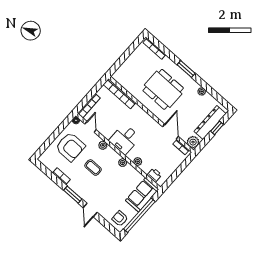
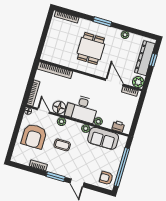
dining table: (163, 89) -> (91, 49), width x0.73
floor lamp: (107, 131) -> (59, 107), added
desk: (125, 139) -> (82, 109), width x1.37
armchair: (70, 147) -> (34, 136), turned 90
sofa: (142, 195) -> (103, 138), moved, turned -90

